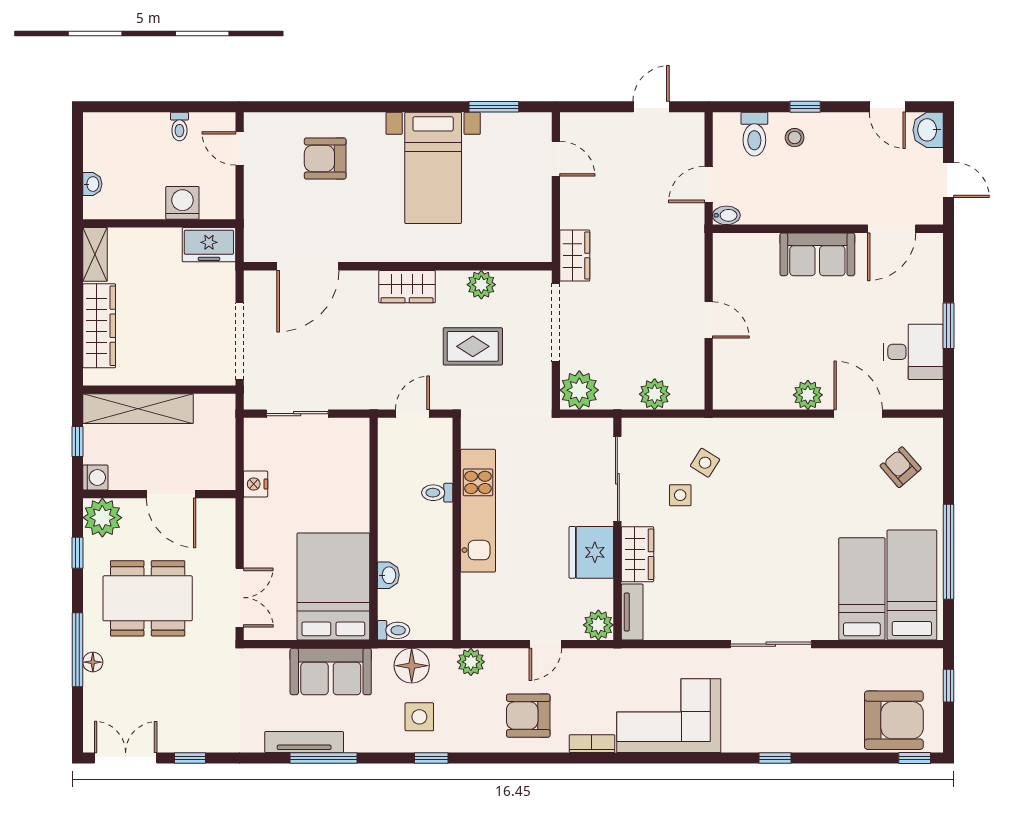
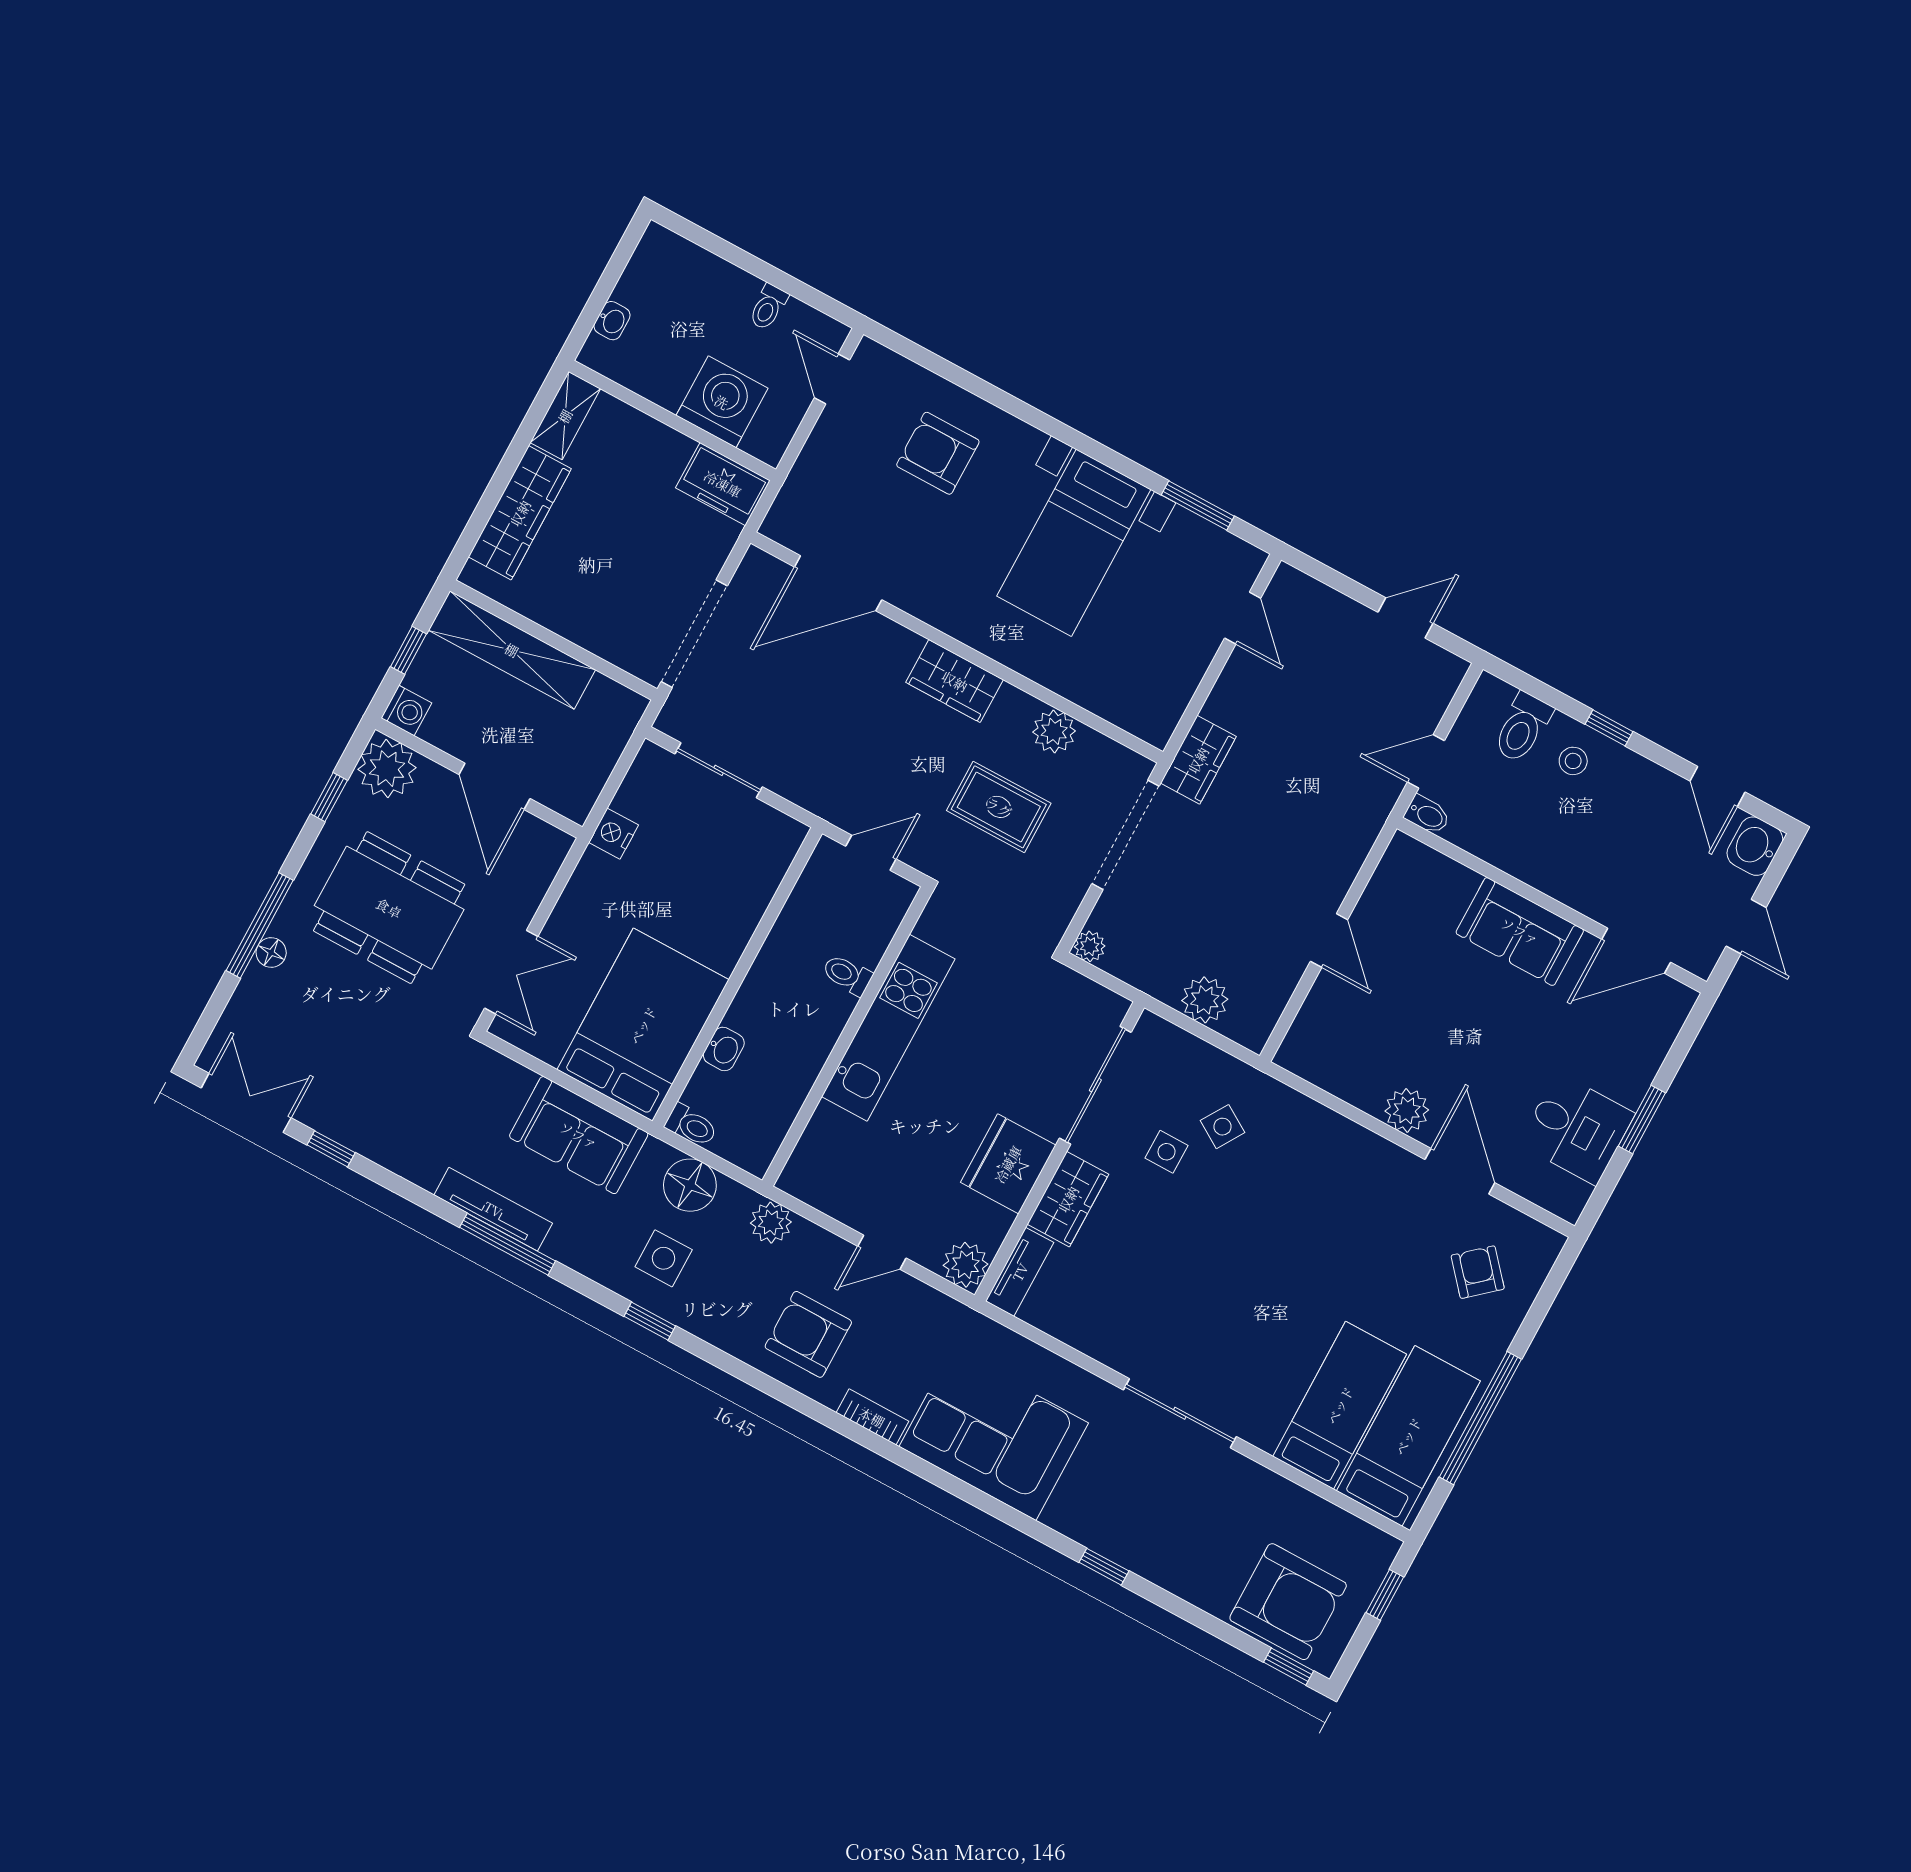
washing machine: (182, 203) -> (722, 402), width x1.37, depth x1.37
plant: (579, 390) -> (1090, 946), width x0.53, depth x0.53

